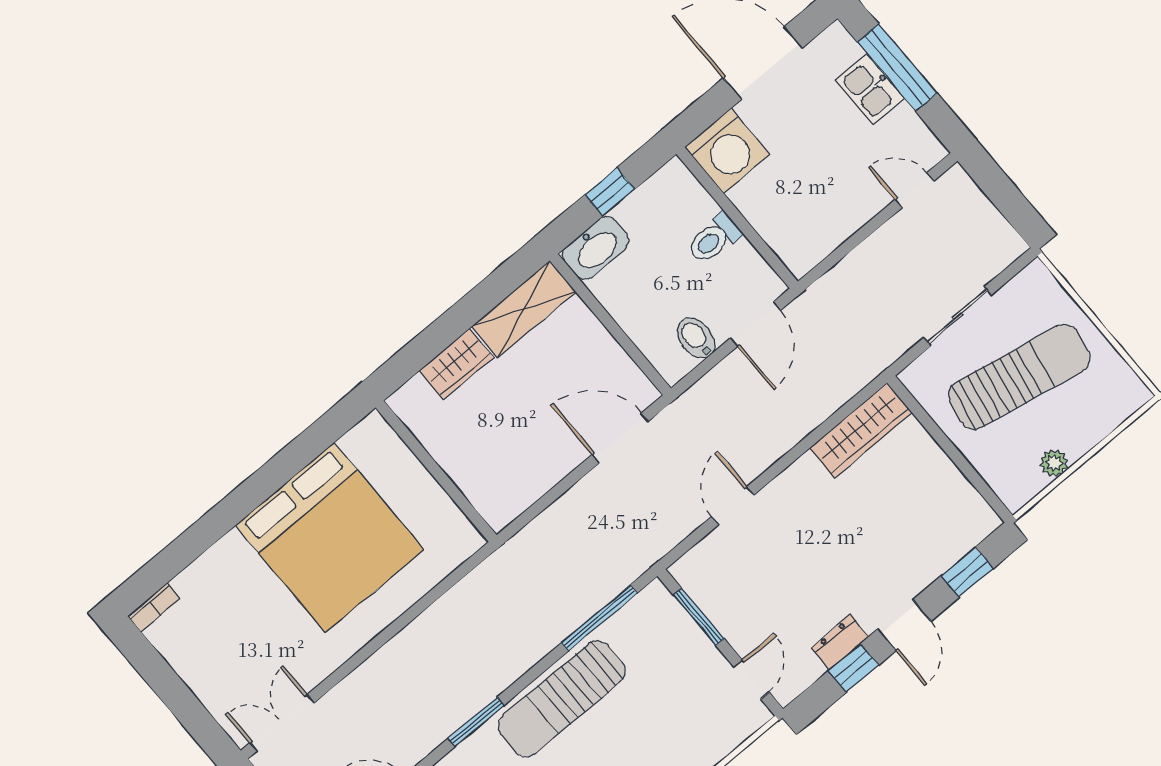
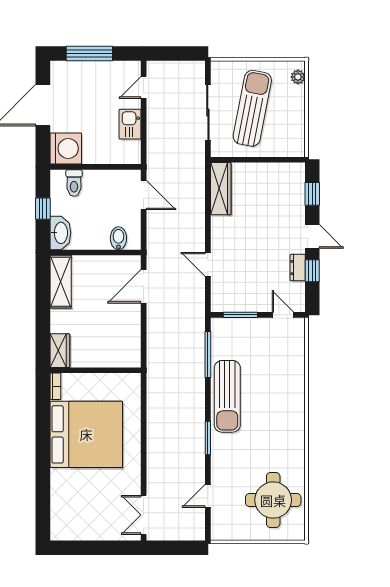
kitchen sink: (870, 89) -> (130, 124), moved, turned 90
toilet: (714, 239) -> (74, 183), moved
sliding door: (958, 316) -> (208, 112), width x1.37
bidet: (696, 338) -> (118, 238), moved, turned 90
wardrobe: (456, 364) -> (60, 351), moved
plant: (1054, 463) -> (298, 77), moved
bookcase: (154, 607) -> (55, 386), moved

